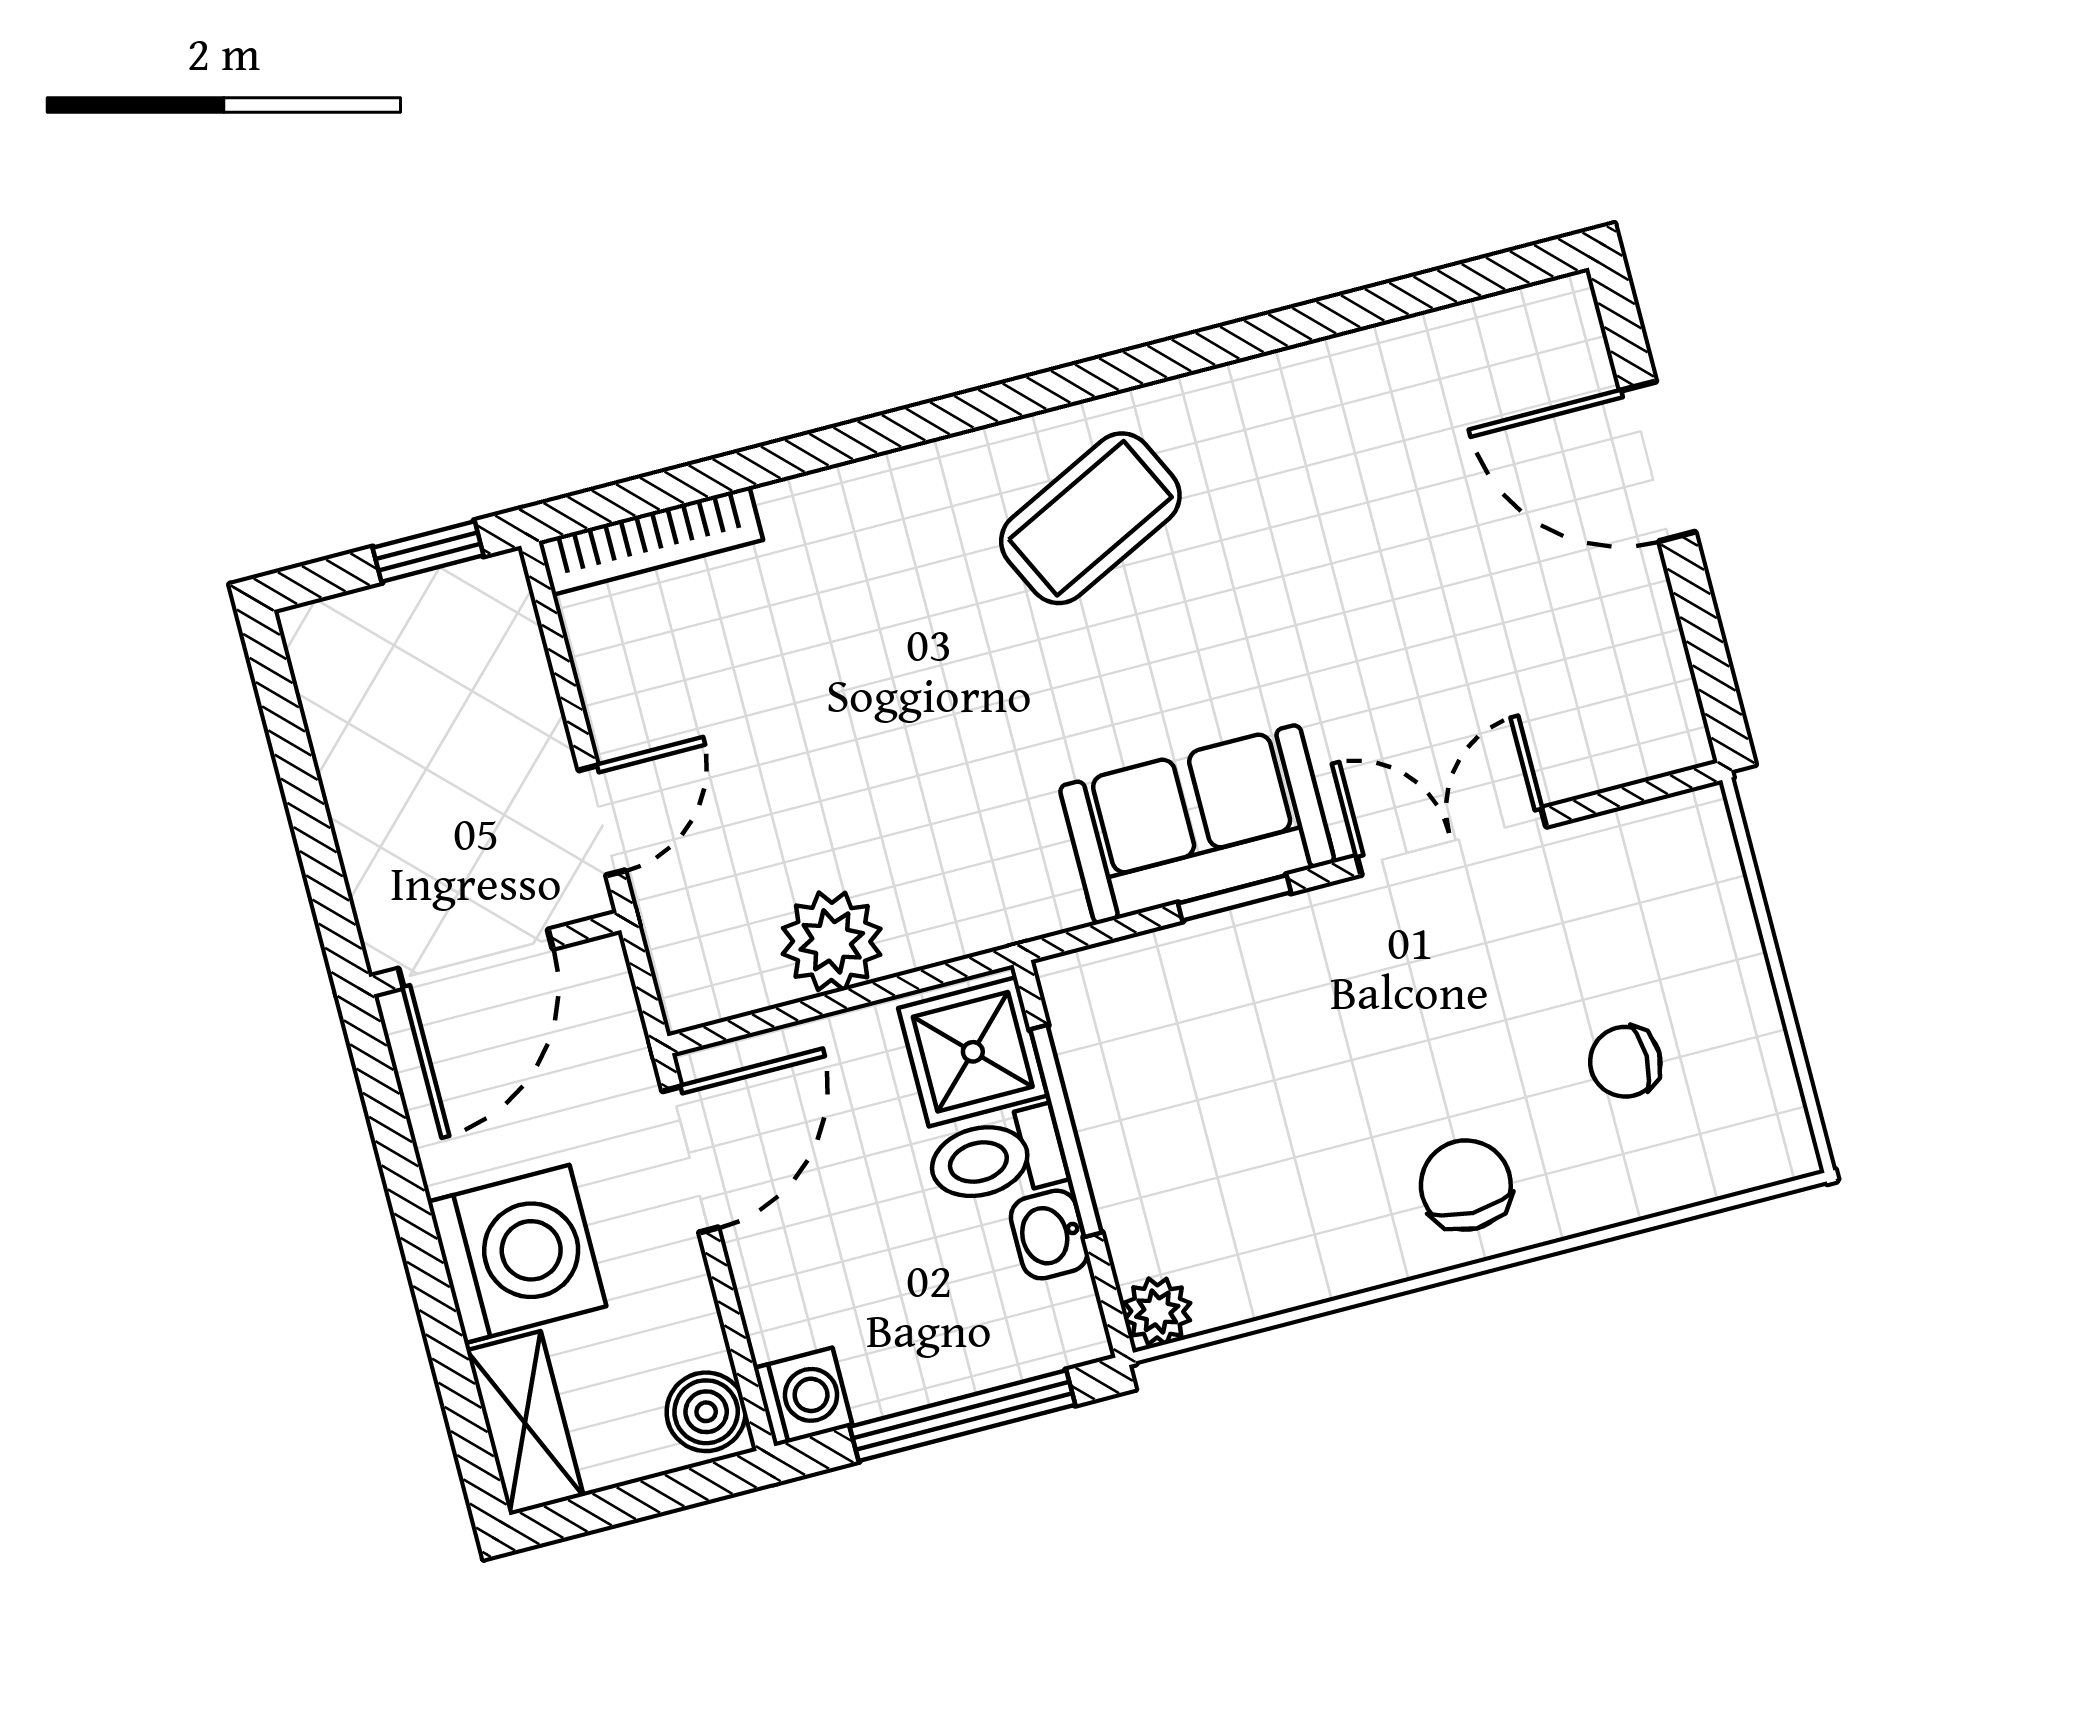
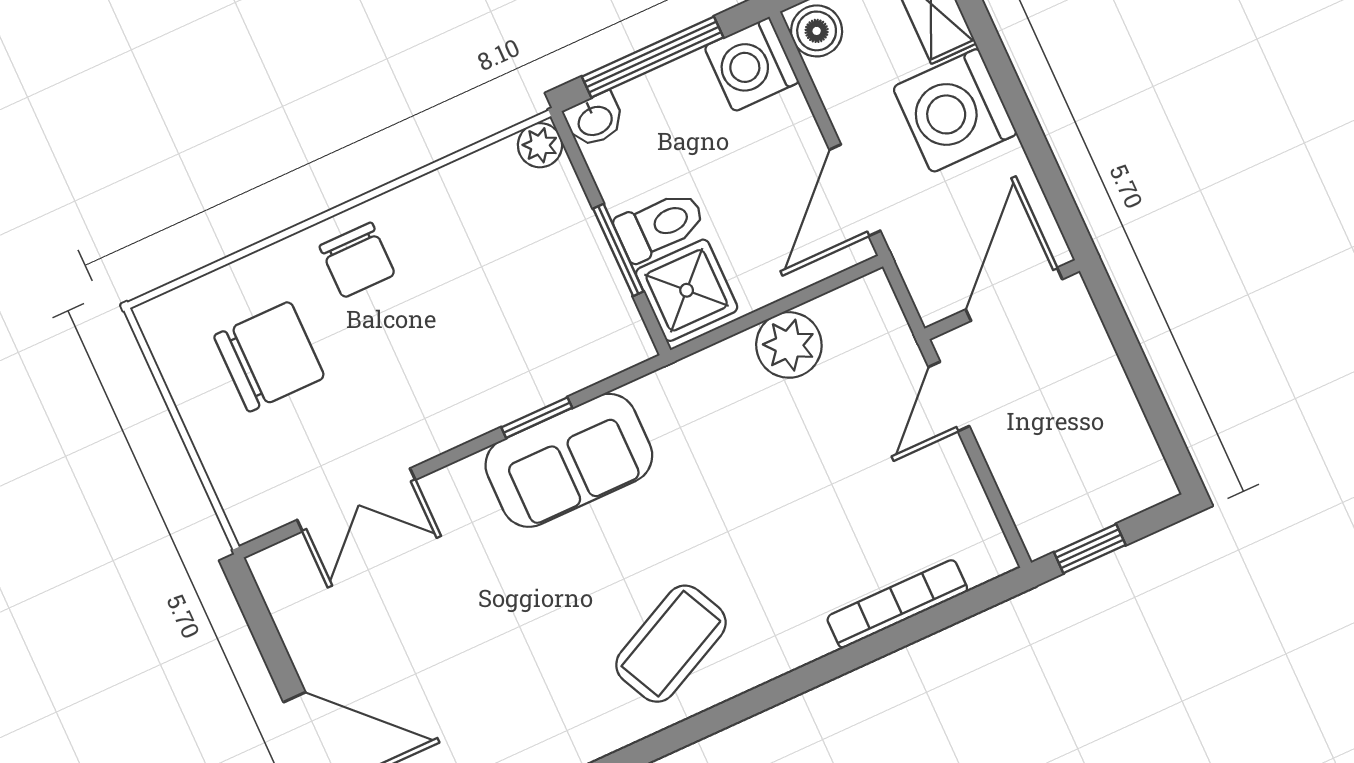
bookcase: (651, 541) -> (897, 604), moved
double door: (1451, 841) -> (356, 500), moved
chair: (1625, 1062) -> (269, 357), width x1.87, depth x1.87
window: (1066, 1131) -> (618, 250), width x0.69
washbasin: (1049, 1235) -> (595, 120), moved, turned 90
washing machine: (803, 1397) -> (751, 64), width x1.38, depth x1.38

